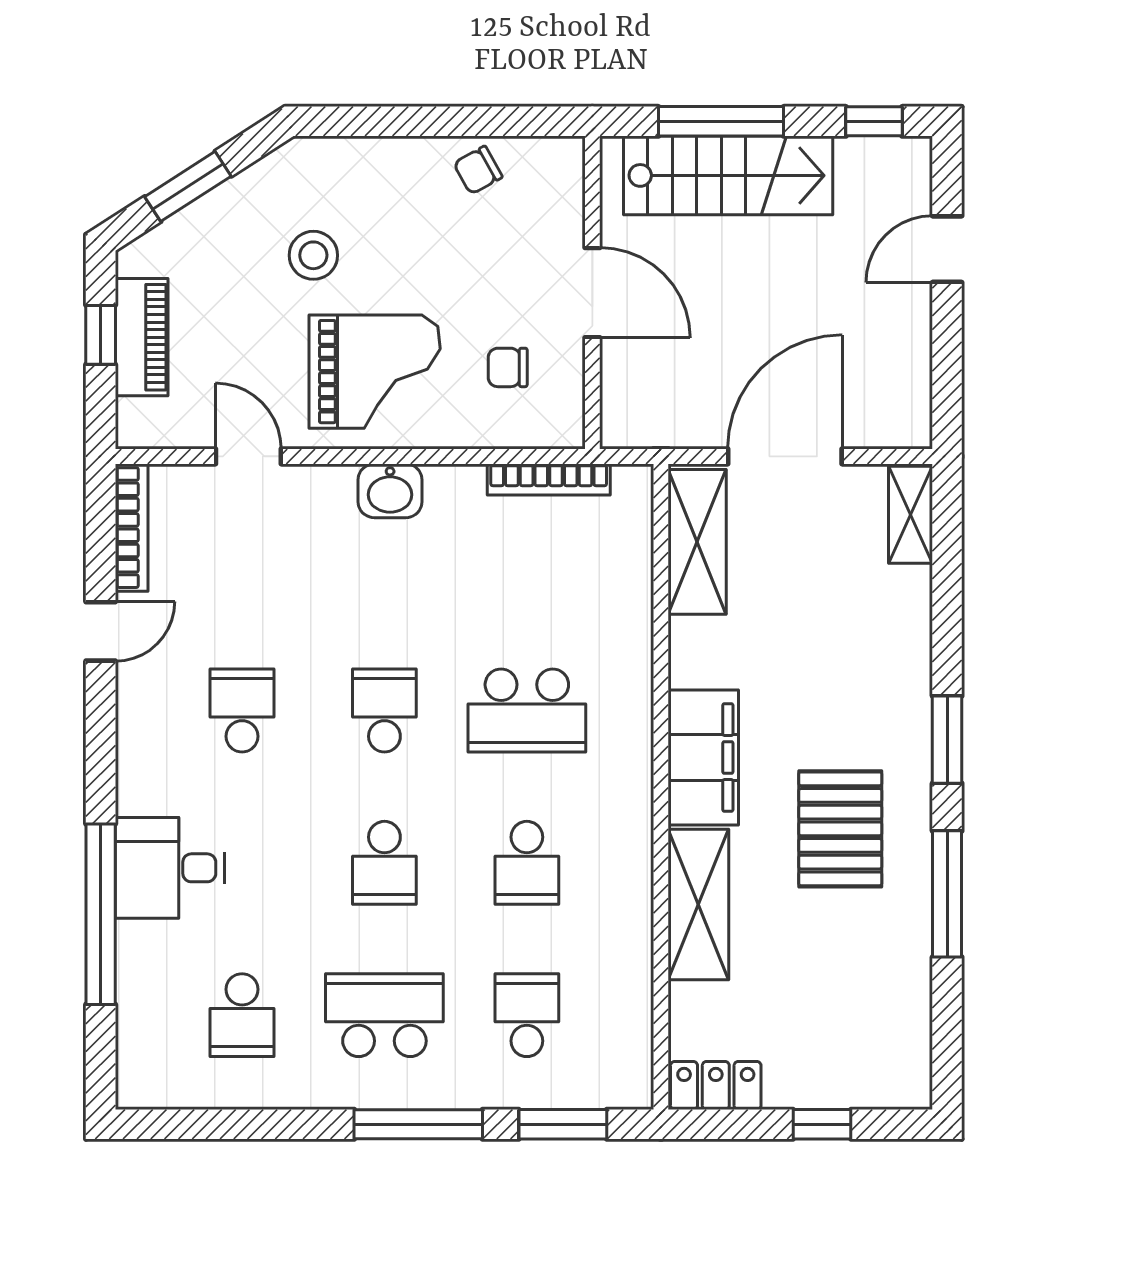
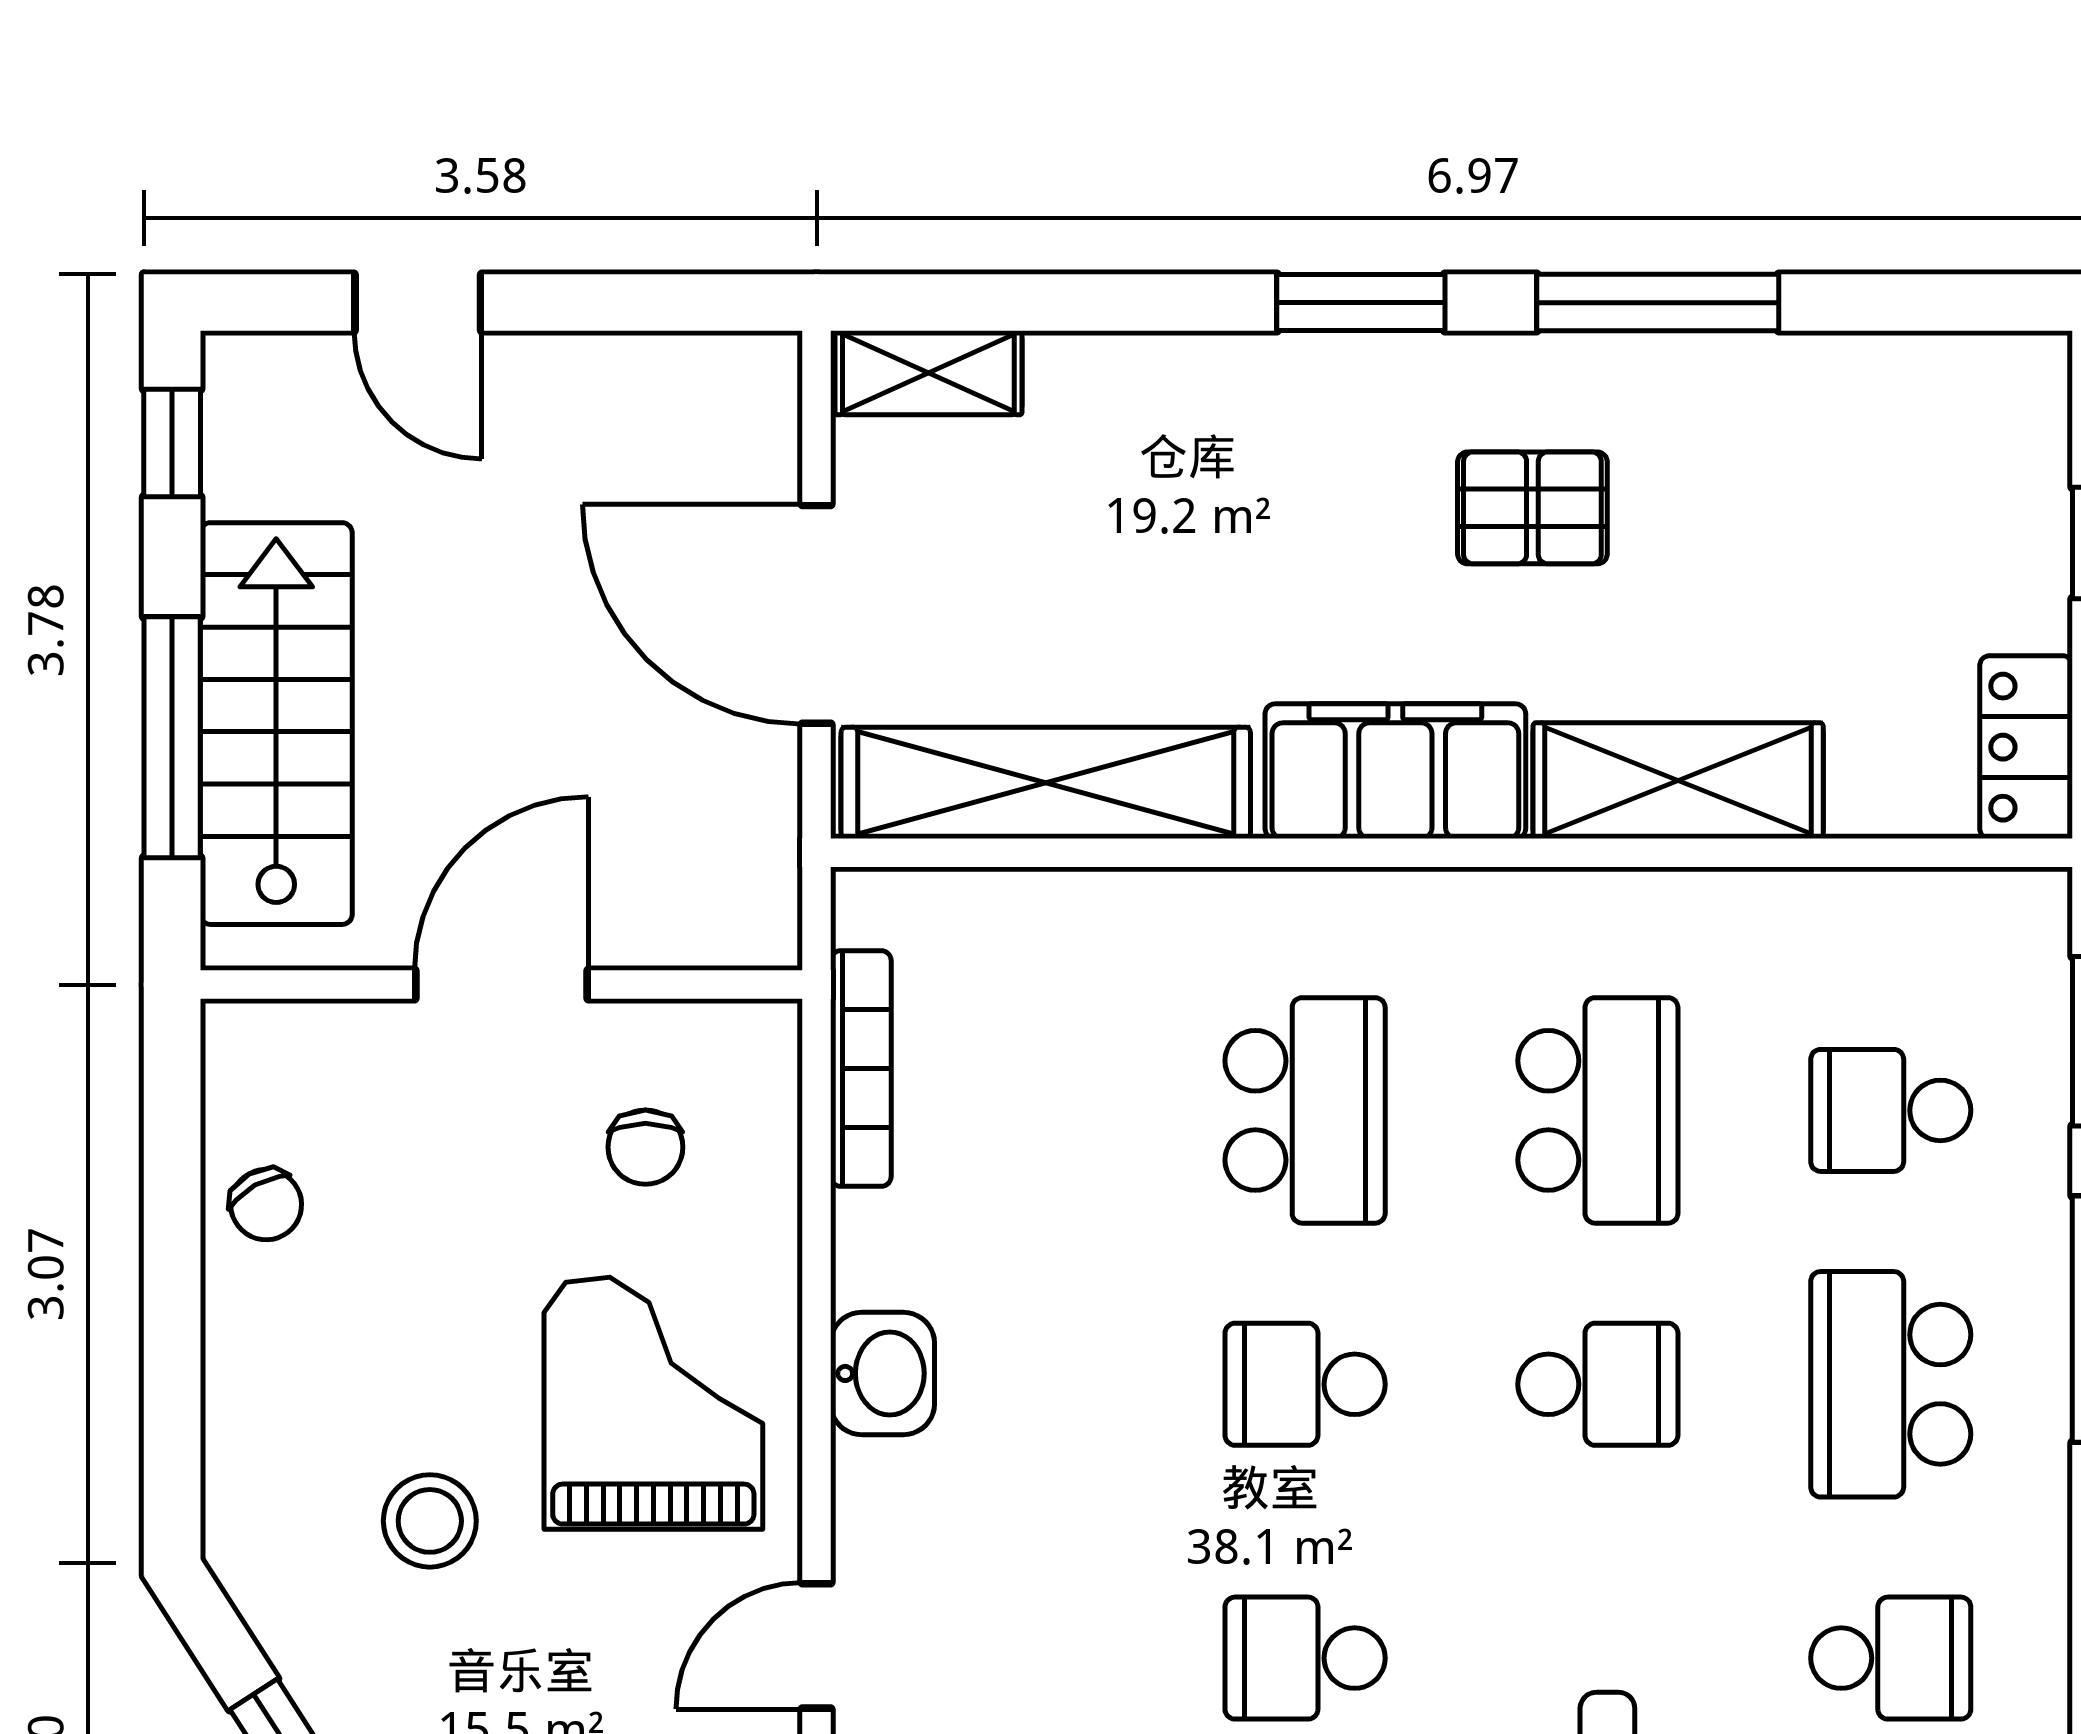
shelving: (697, 542) -> (1046, 783), width x1.47
pallet: (840, 829) -> (1532, 508), width x0.67, depth x0.71
school desk: (527, 863) -> (1598, 1110), width x1.85

